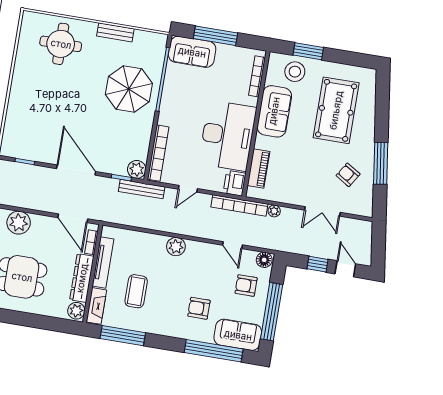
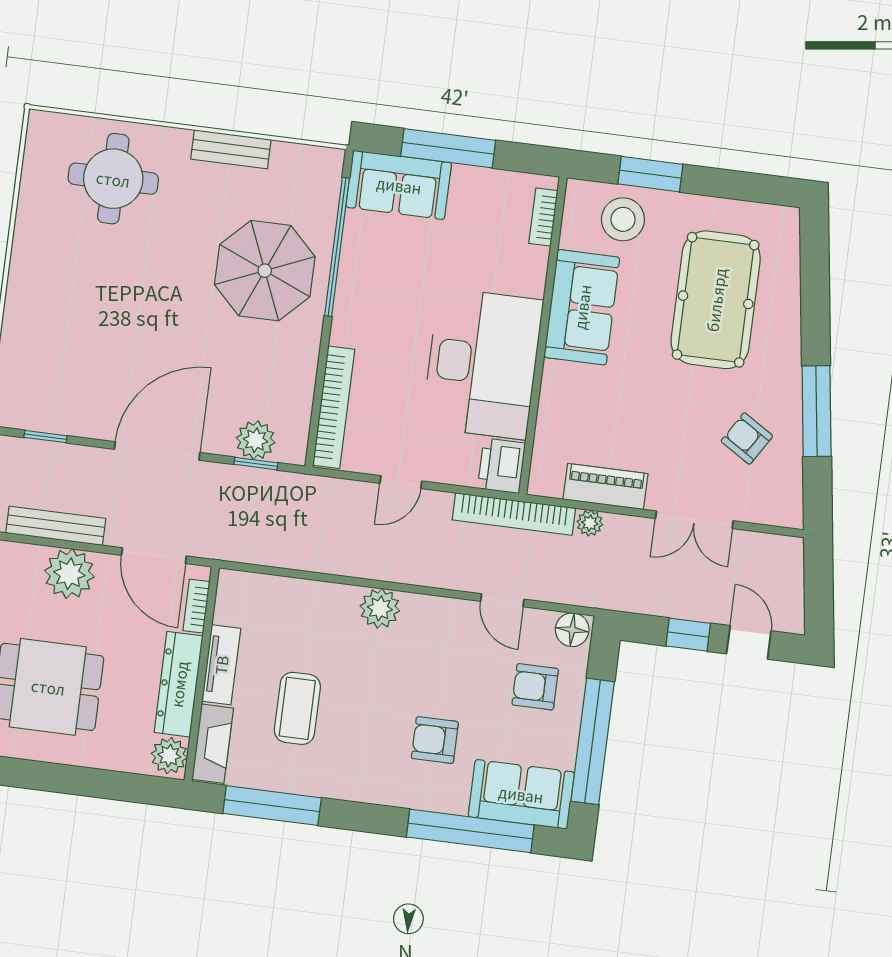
bookcase: (257, 76) -> (543, 217), width x0.64
piano: (259, 168) -> (605, 487), moved, turned -90
plant: (137, 169) -> (256, 440), moved
door: (76, 170) -> (157, 451), hinge flipped
bench: (142, 189) -> (56, 526), moved
plant: (19, 223) -> (69, 574), moved
tv unit: (103, 263) -> (221, 665), width x0.71

